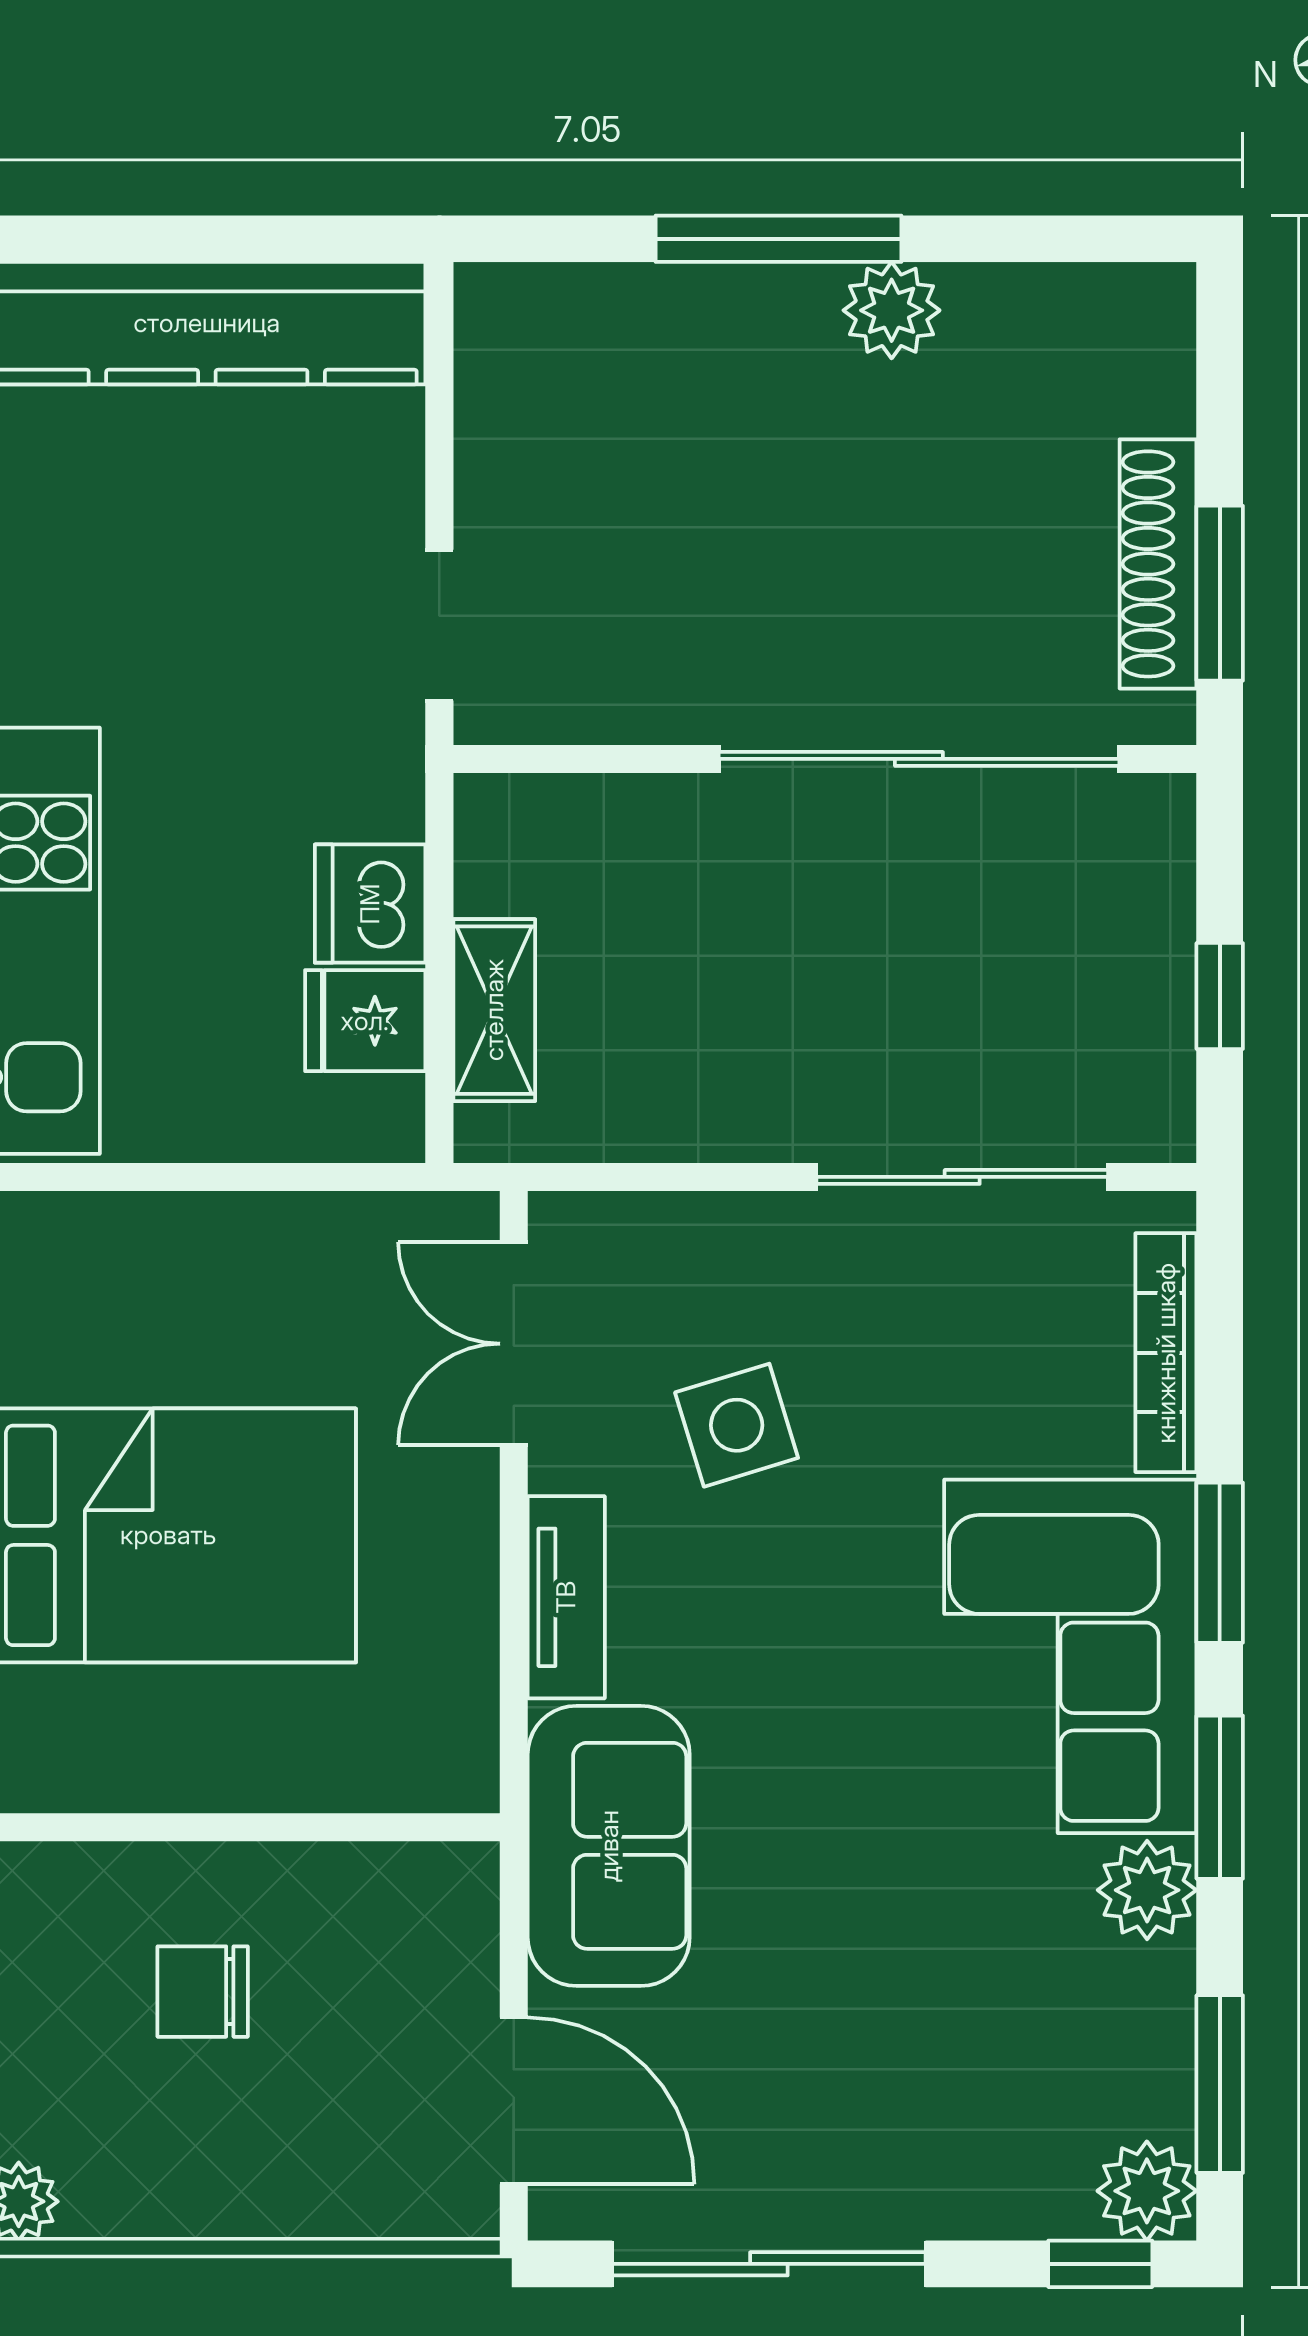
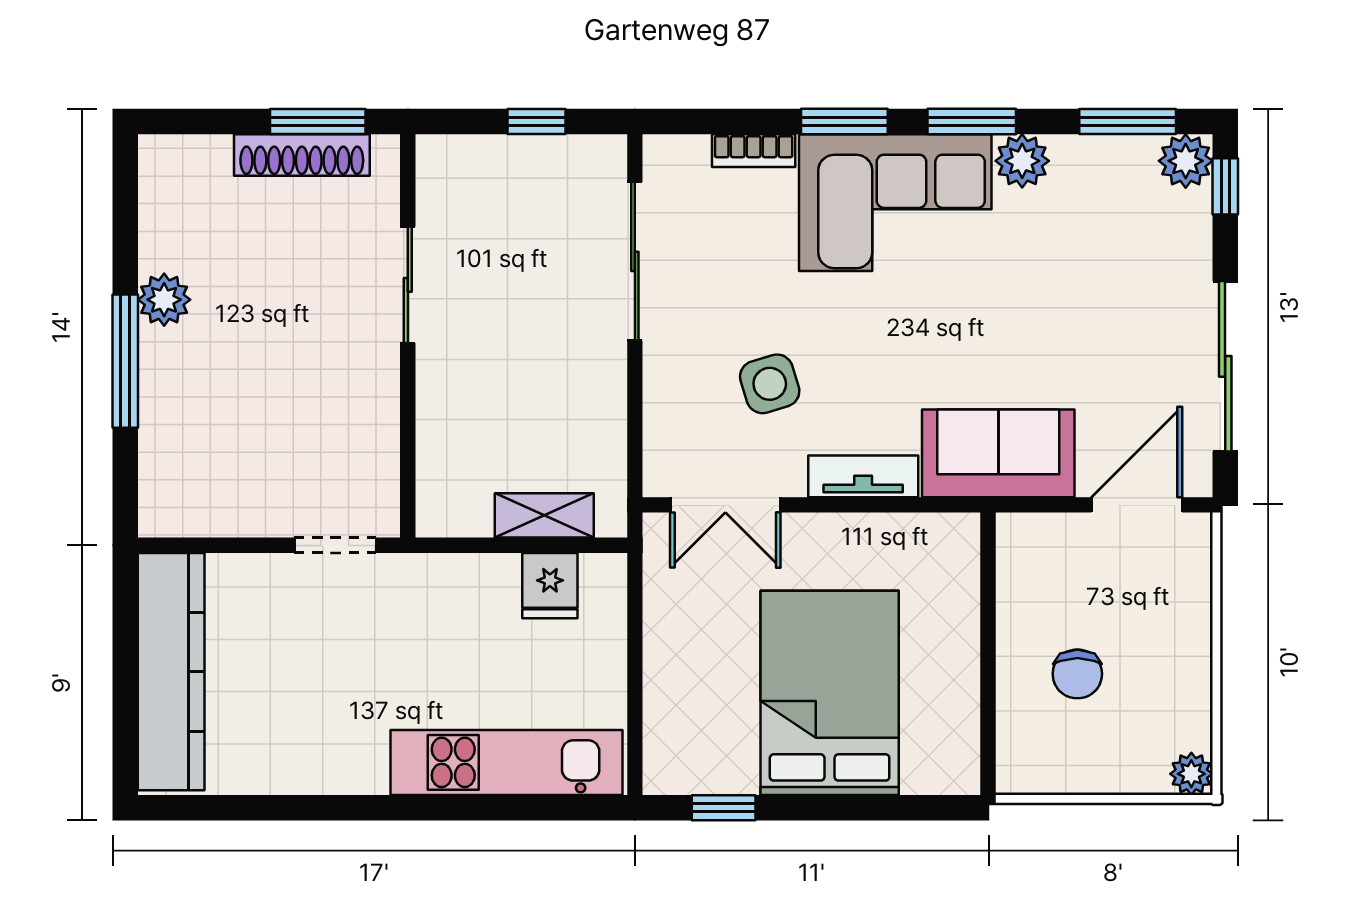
sliding door: (919, 759) -> (408, 285), width x0.54
dishwasher: (370, 904) -> (486, 583), removed
bookcase: (1166, 1353) -> (754, 151), width x0.64

